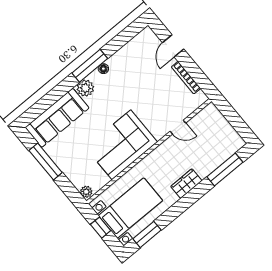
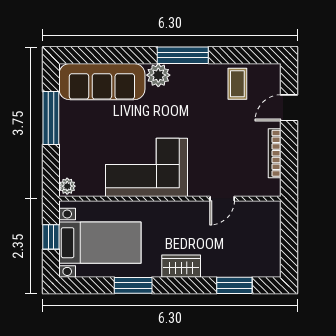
coffee table: (133, 56) -> (237, 84), added
floor lamp: (103, 69) -> (195, 70), removed
door: (178, 127) -> (222, 199), hinge flipped
window: (225, 170) -> (234, 285), width x0.69
window: (147, 234) -> (133, 285), moved

